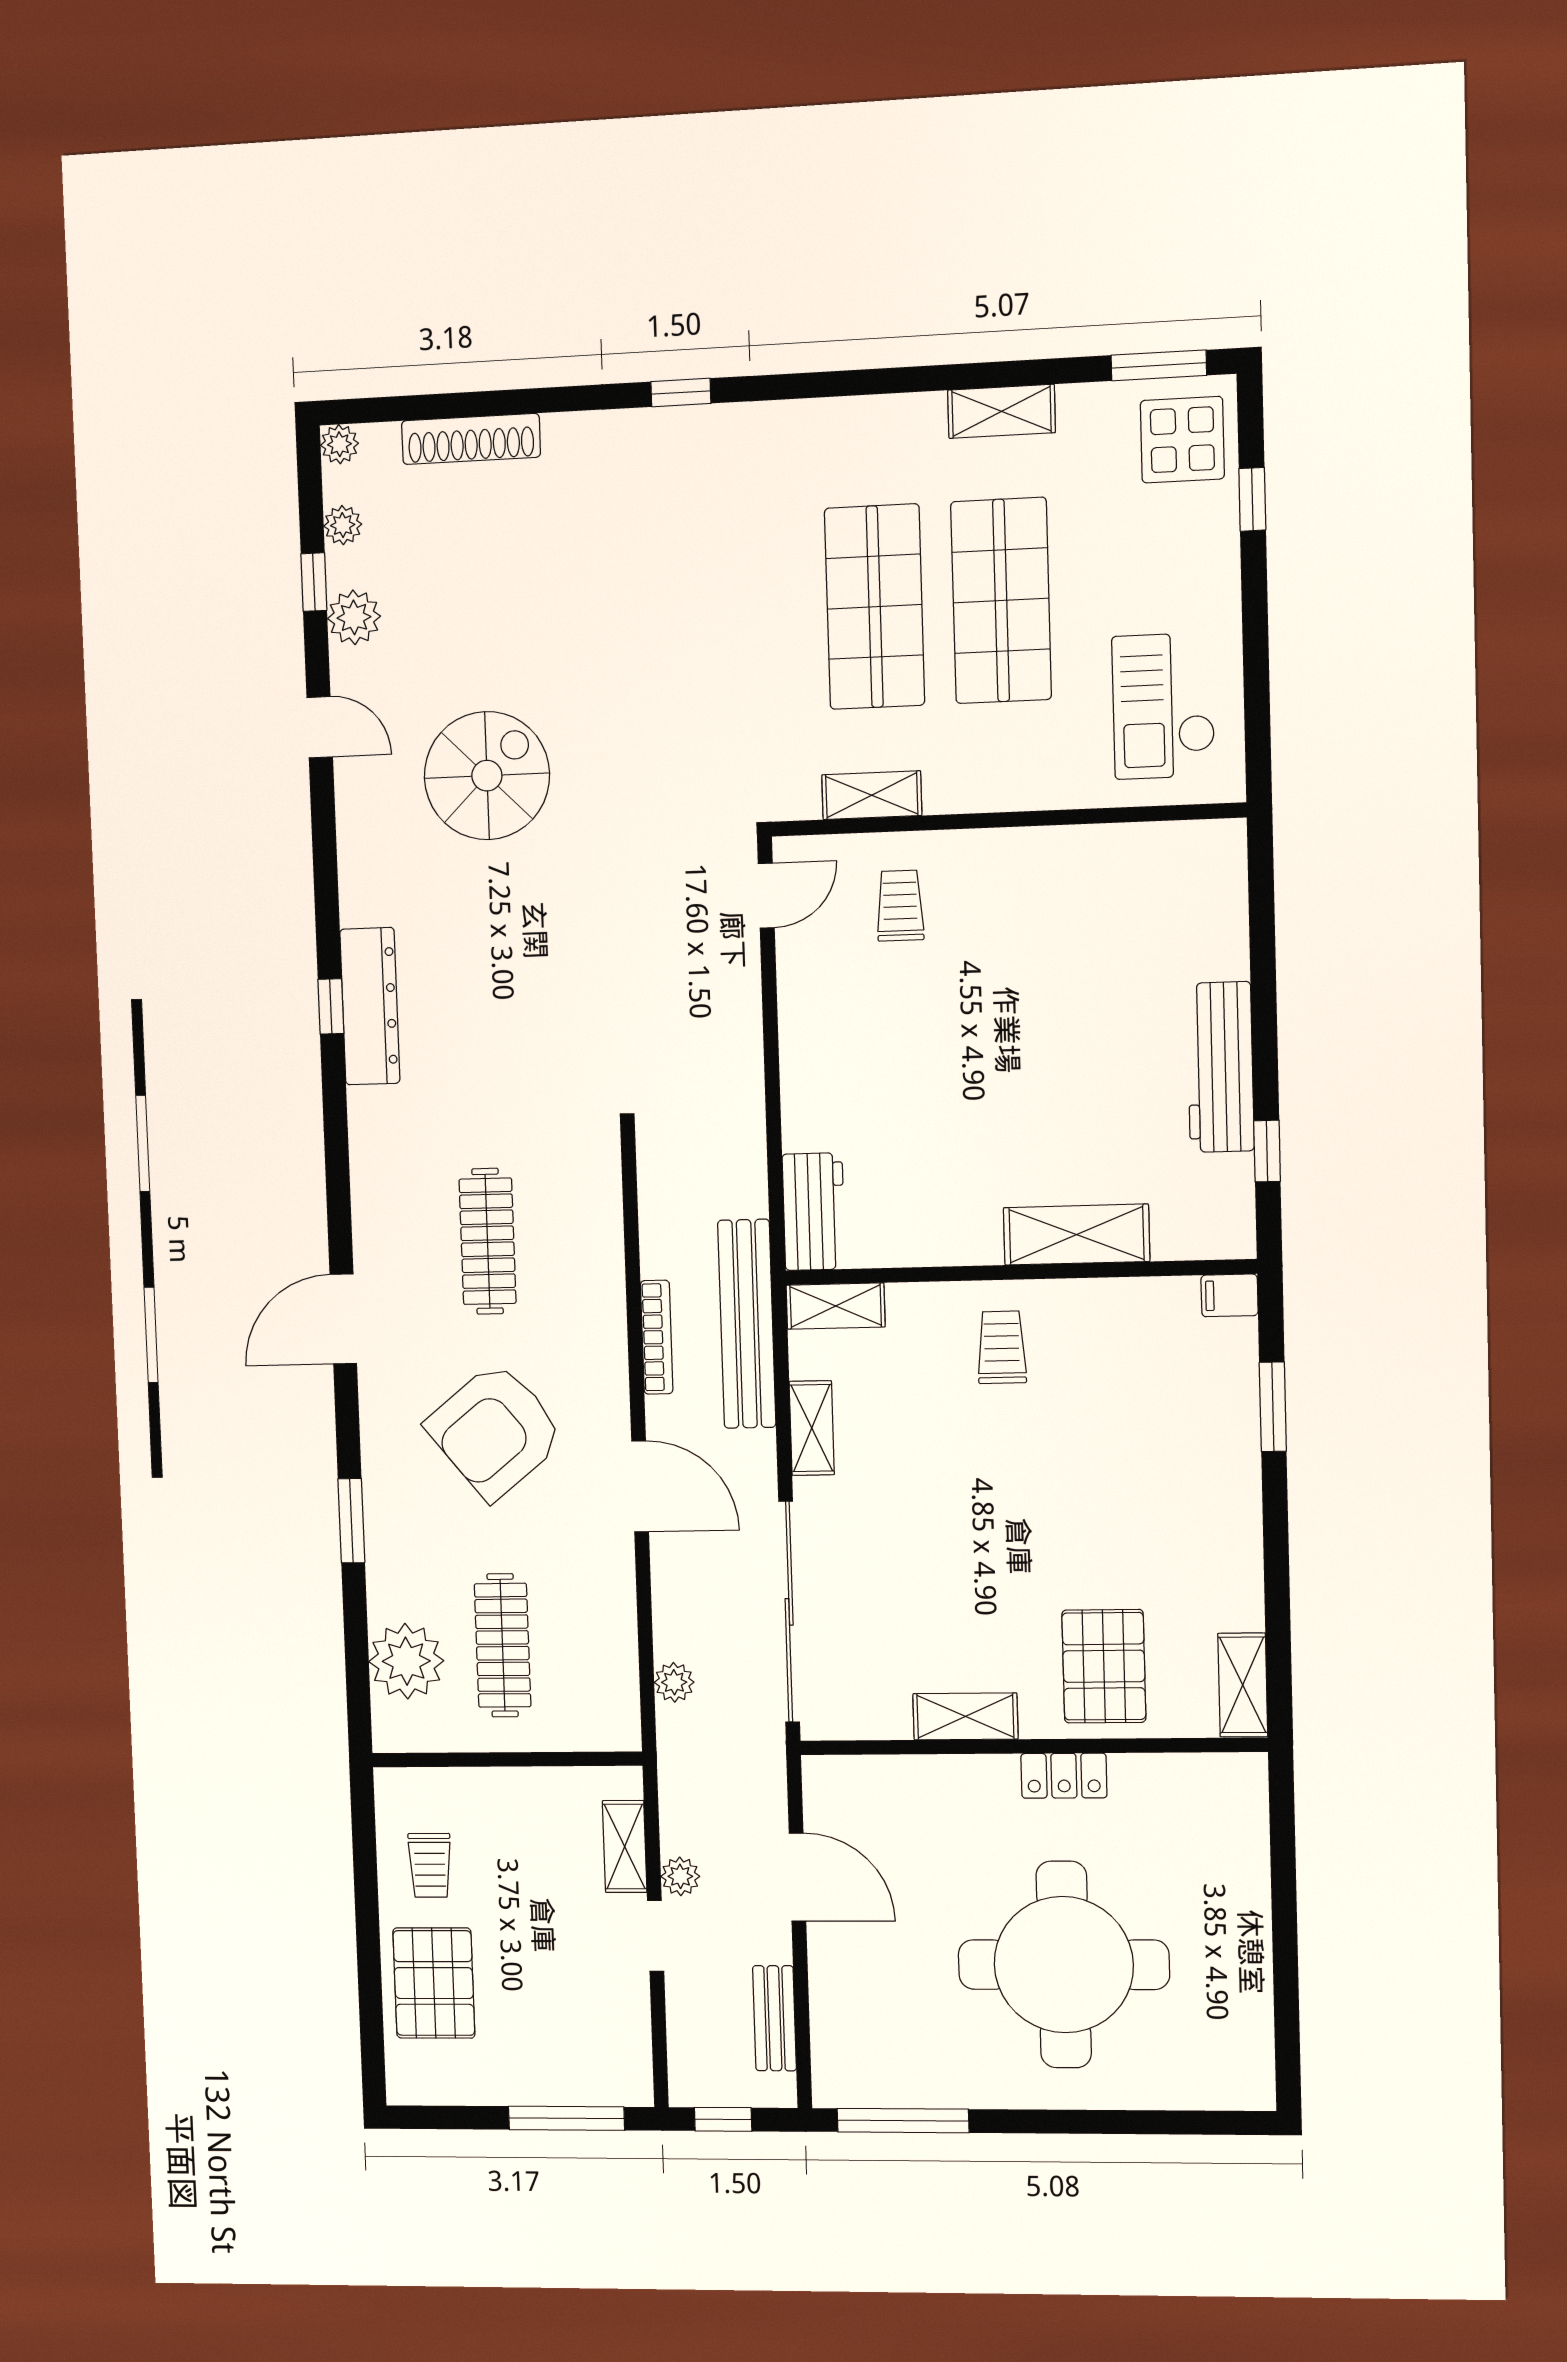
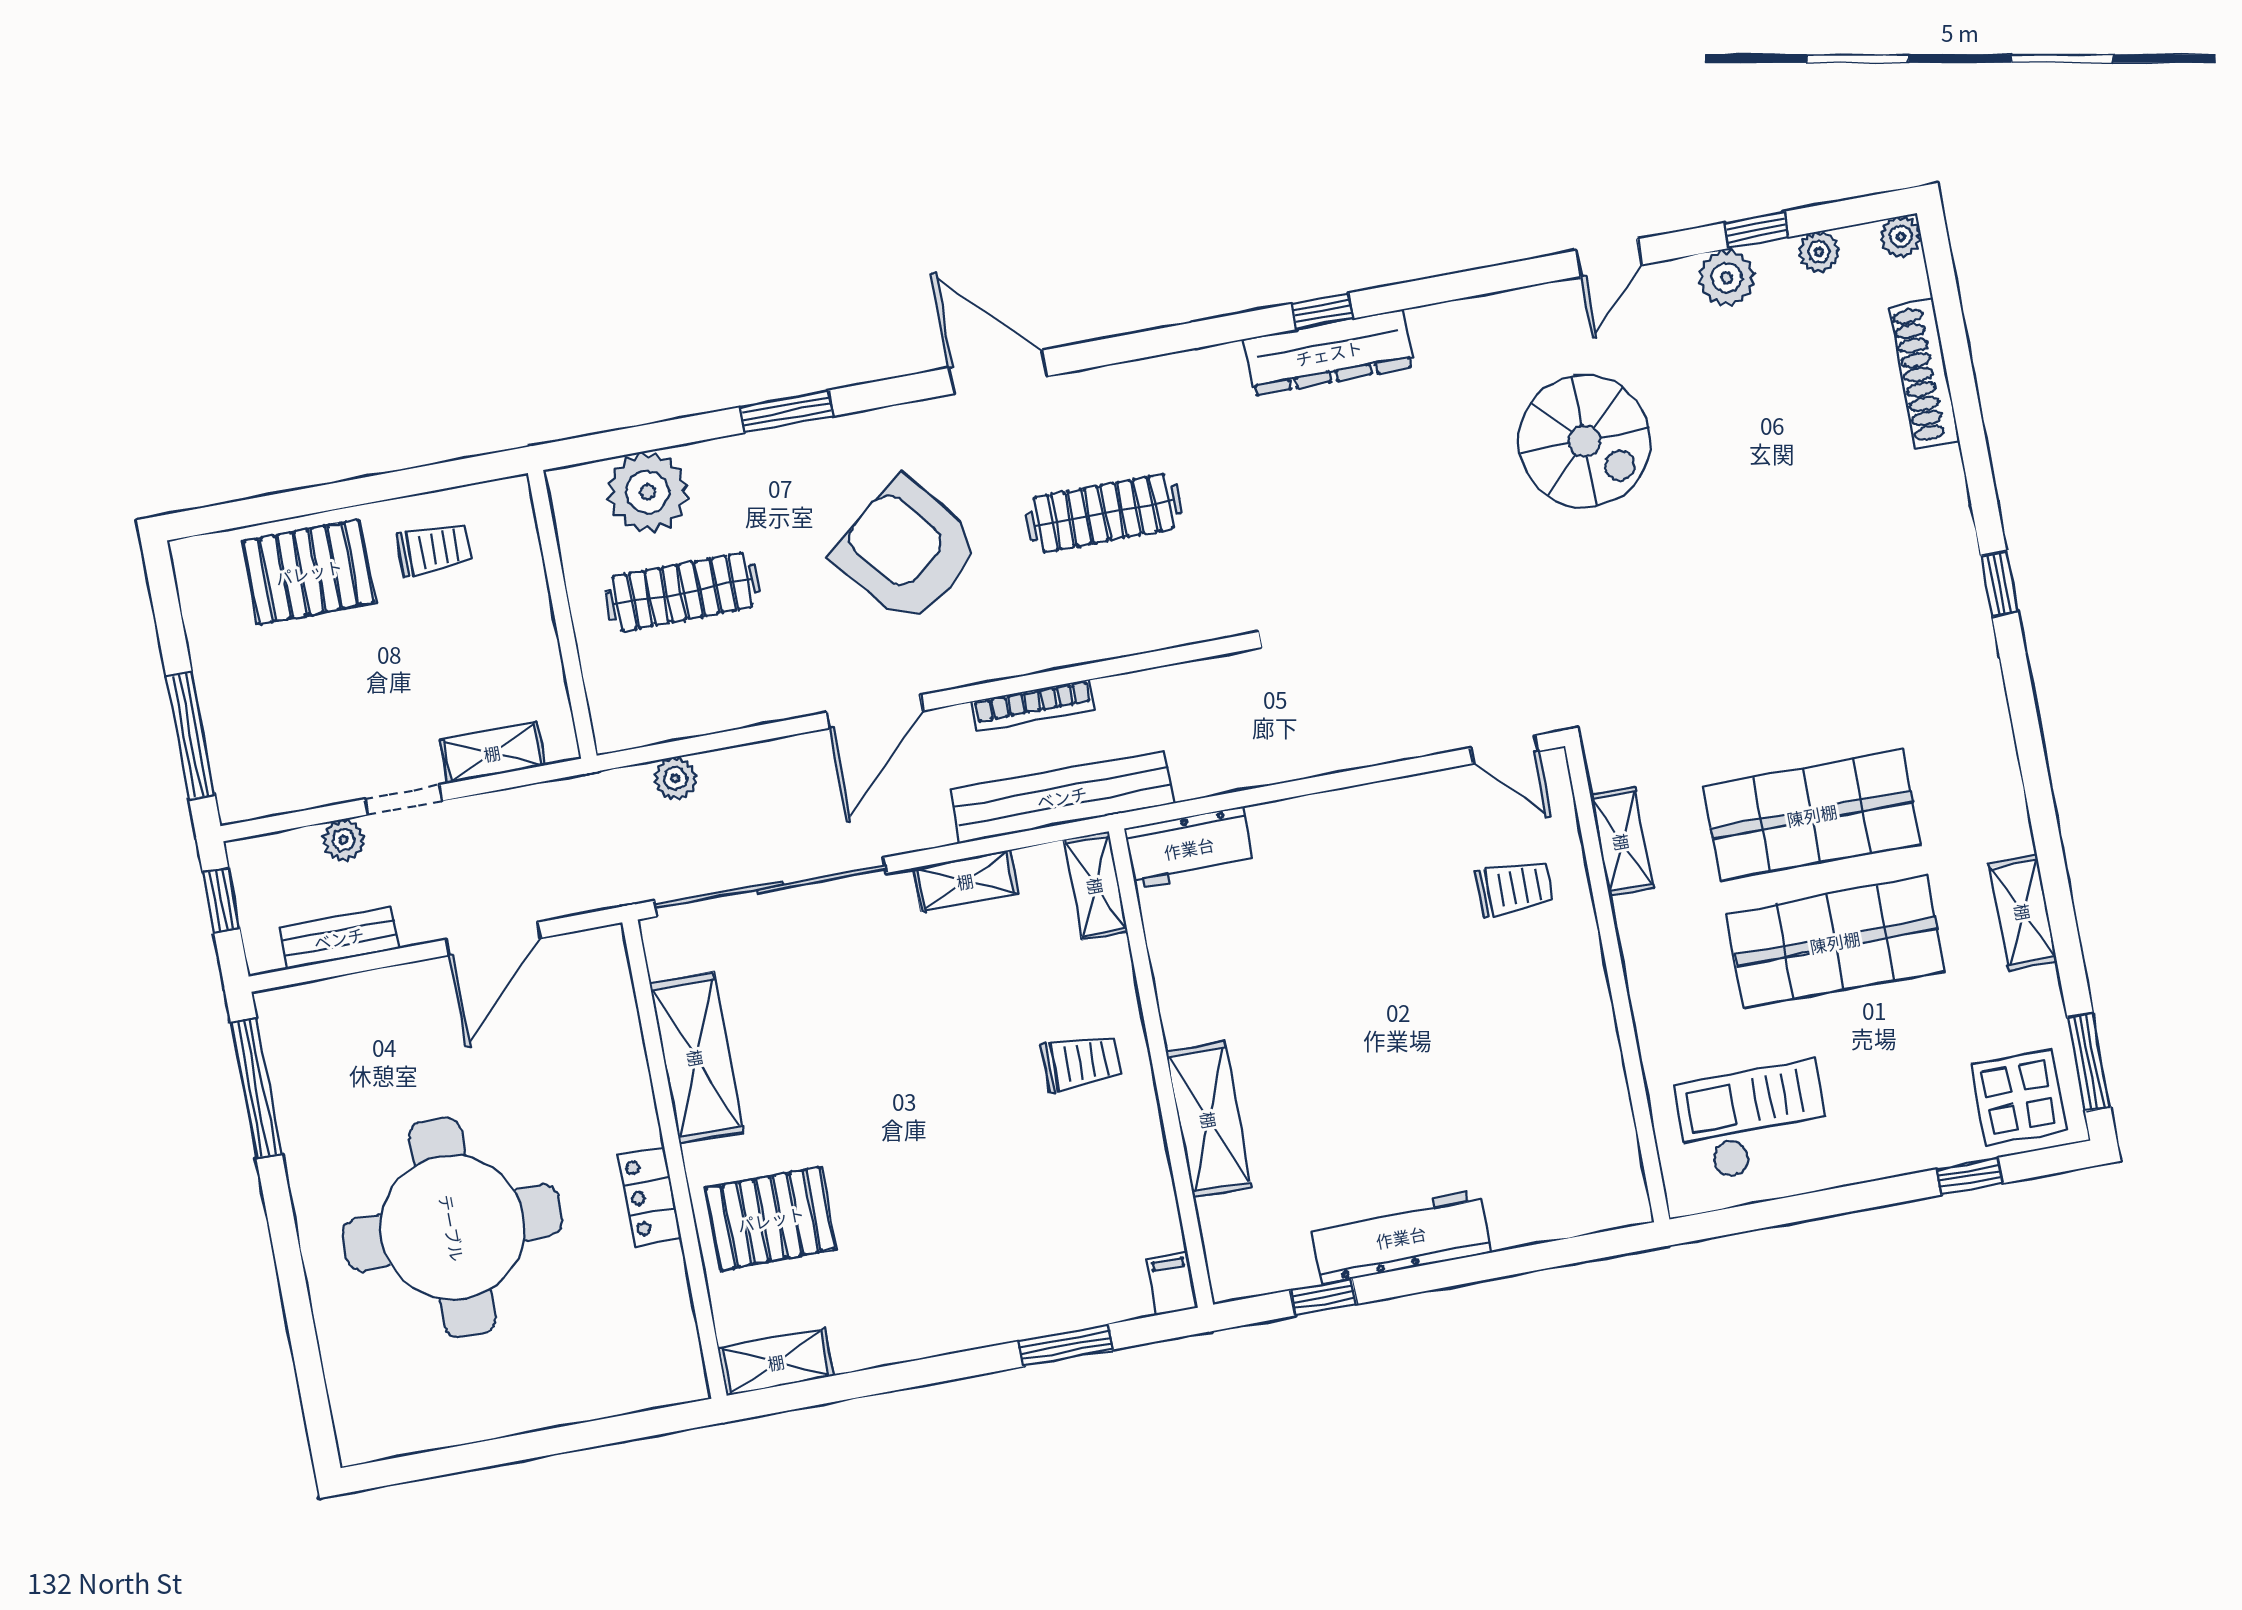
shelving: (965, 1716) -> (696, 1058), width x1.50, depth x1.33
trolley: (430, 1865) -> (434, 549), turned 180
plant: (680, 1876) -> (344, 840), moved

